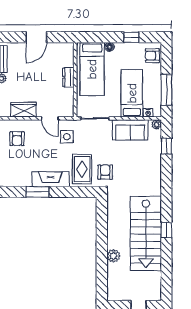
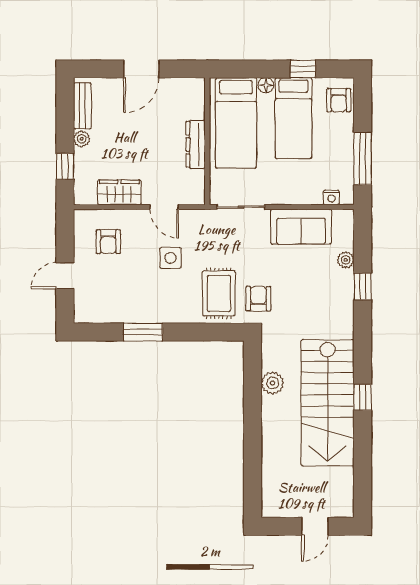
armchair: (152, 56) -> (339, 100), turned -90
dresser: (68, 77) -> (196, 144), width x1.44
bed: (132, 93) -> (293, 118), moved, turned 180
plant: (156, 125) -> (346, 260), moved
side table: (67, 137) -> (171, 258), moved
window: (166, 146) -> (363, 286), moved
fireplace: (50, 179) -> (165, 311), removed
plant: (114, 256) -> (273, 383), moved

